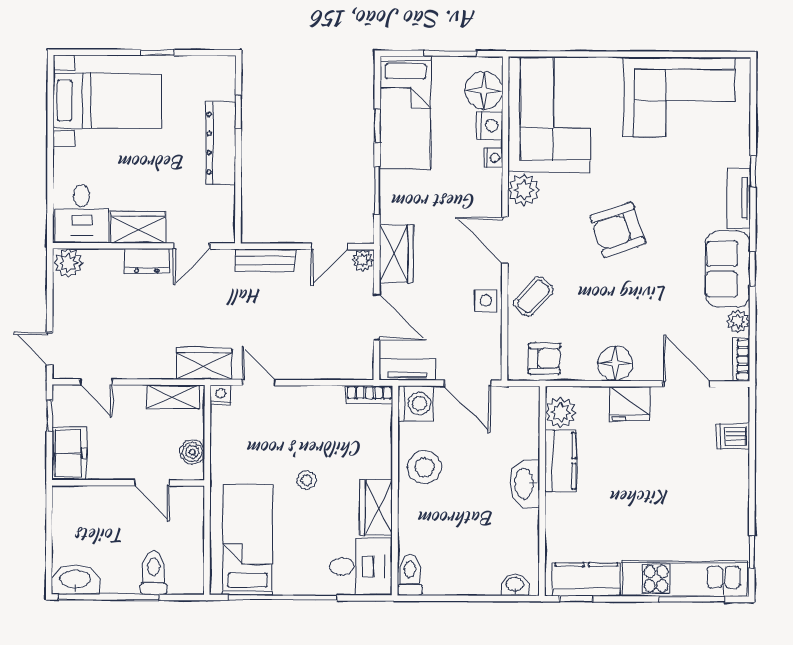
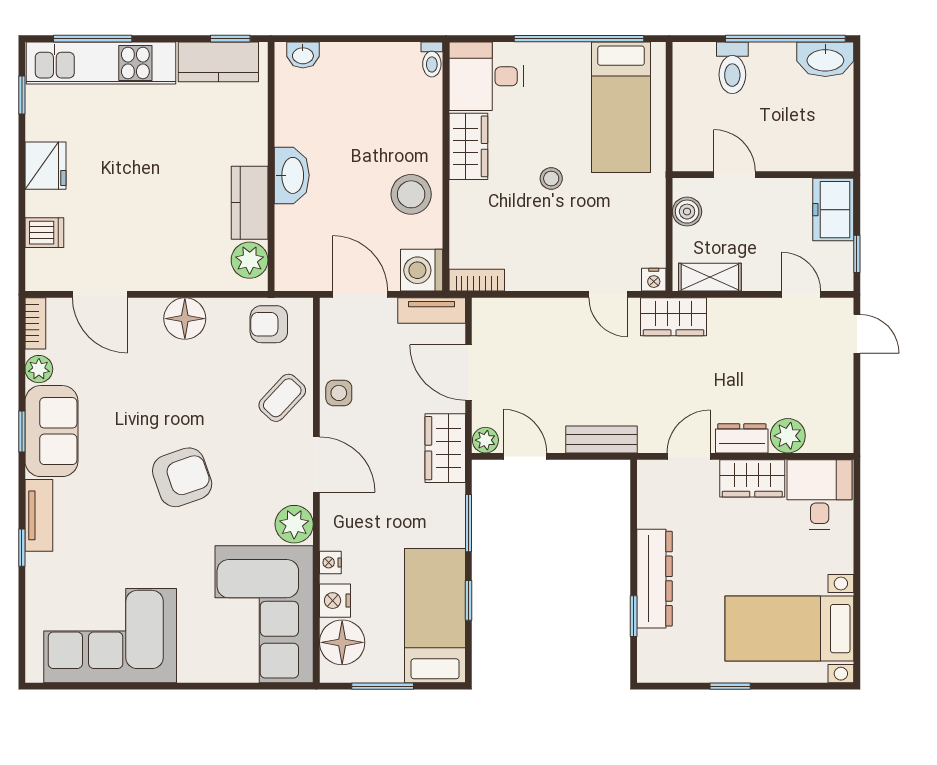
door: (329, 247) -> (525, 456), hinge flipped
plant: (68, 263) -> (788, 436), moved
fridge: (629, 404) -> (45, 166), moved, turned 90
toilet: (410, 575) -> (432, 60), width x0.73, depth x0.72

